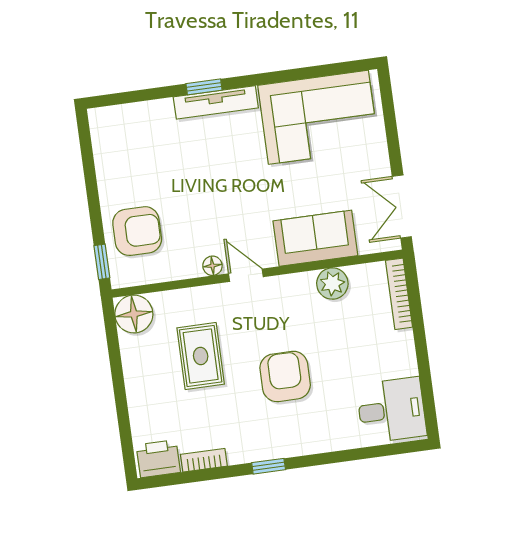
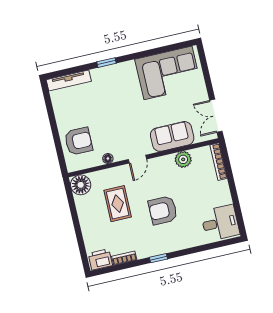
tv unit: (216, 102) -> (69, 80), moved
window: (102, 262) -> (61, 159), removed
floor lamp: (212, 266) -> (108, 158), moved
door: (246, 275) -> (137, 159), swing flipped
armchair: (285, 376) -> (163, 210), turned -90

